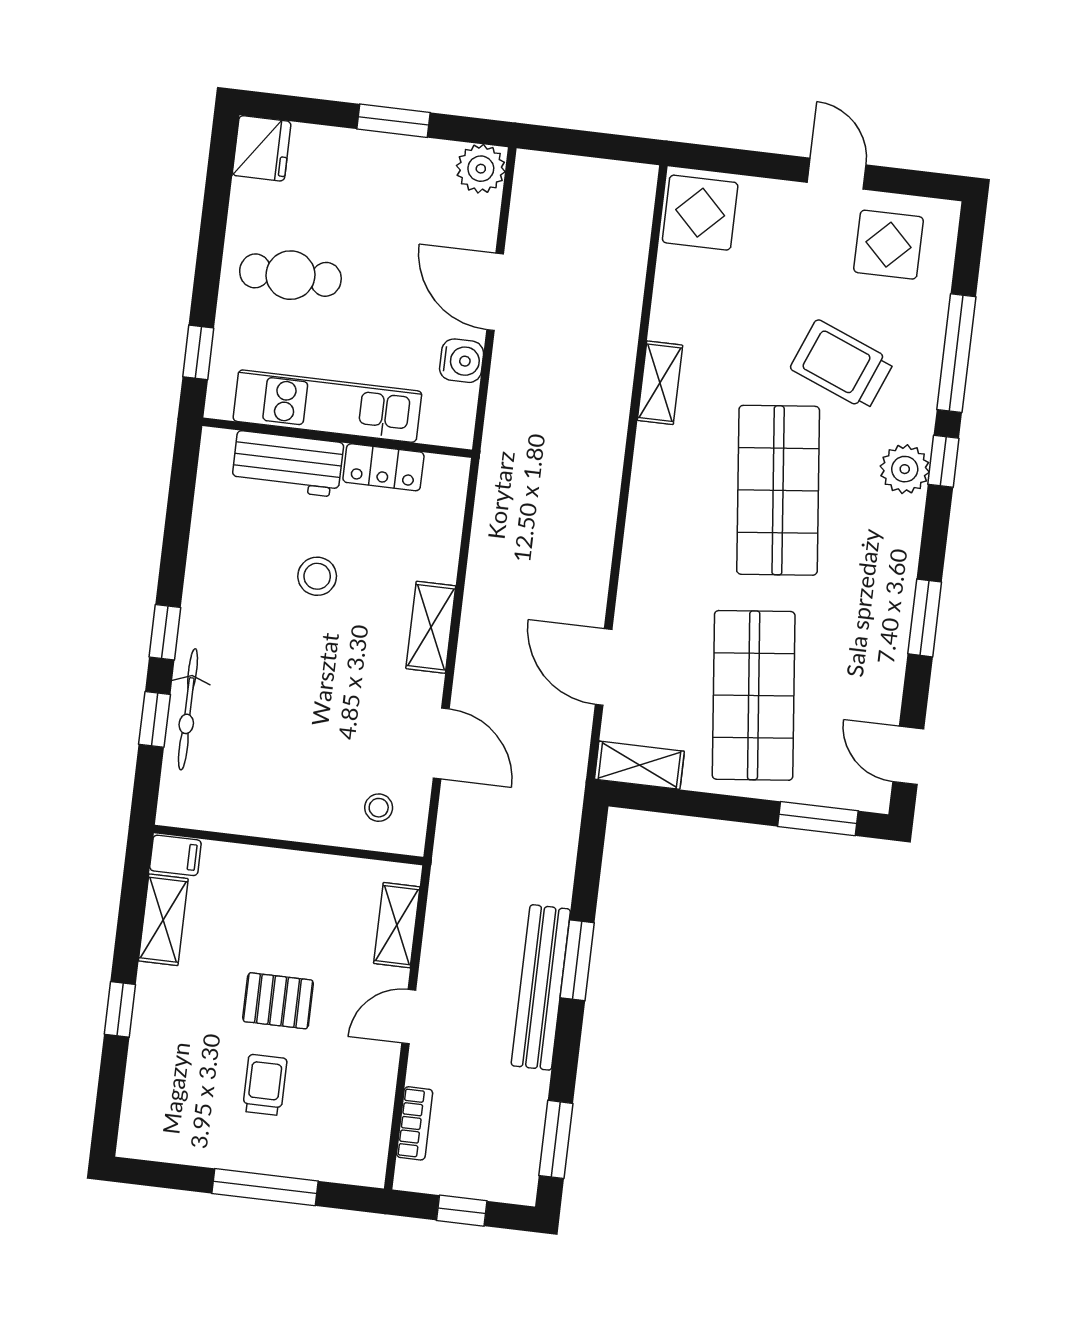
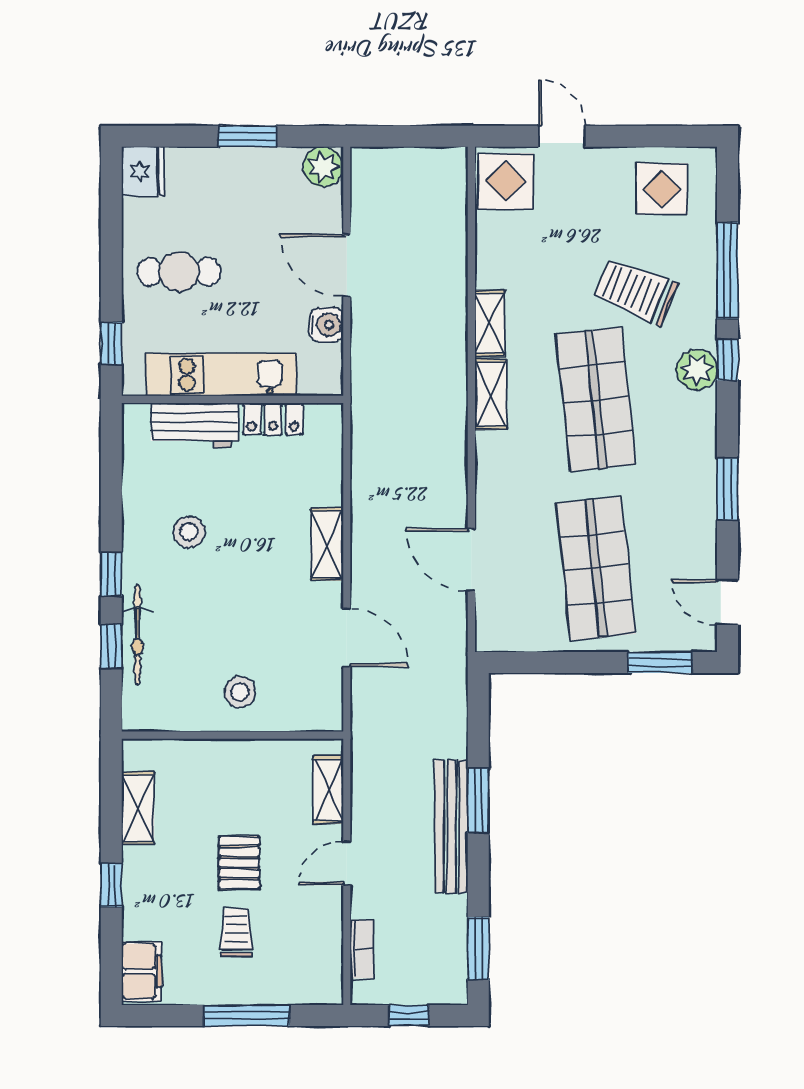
door: (837, 174) -> (562, 136), moved
stool: (317, 576) -> (189, 532), moved
shelving: (639, 765) -> (491, 394), moved, turned 90
stool: (379, 808) -> (240, 692), moved, width x1.37, depth x1.37
filing cabinet: (175, 855) -> (141, 971), moved, width x2.00
pallet: (278, 1001) -> (239, 863), turned 90

